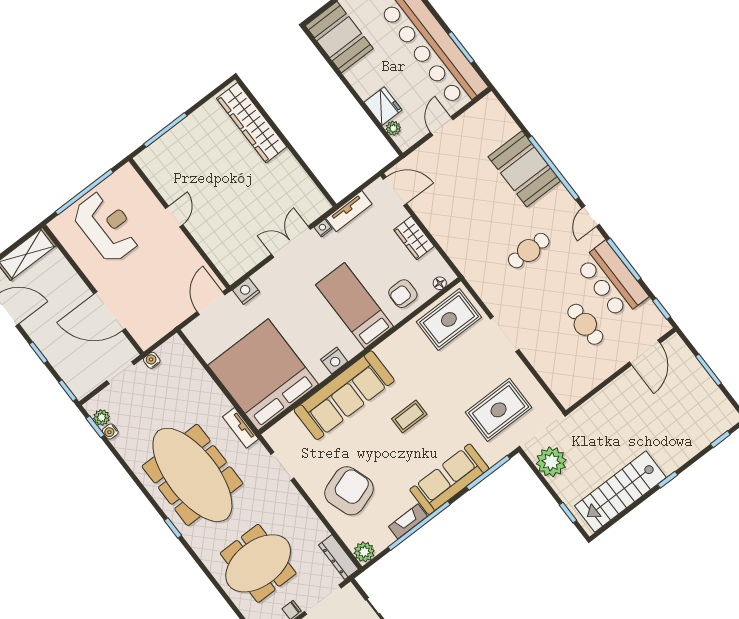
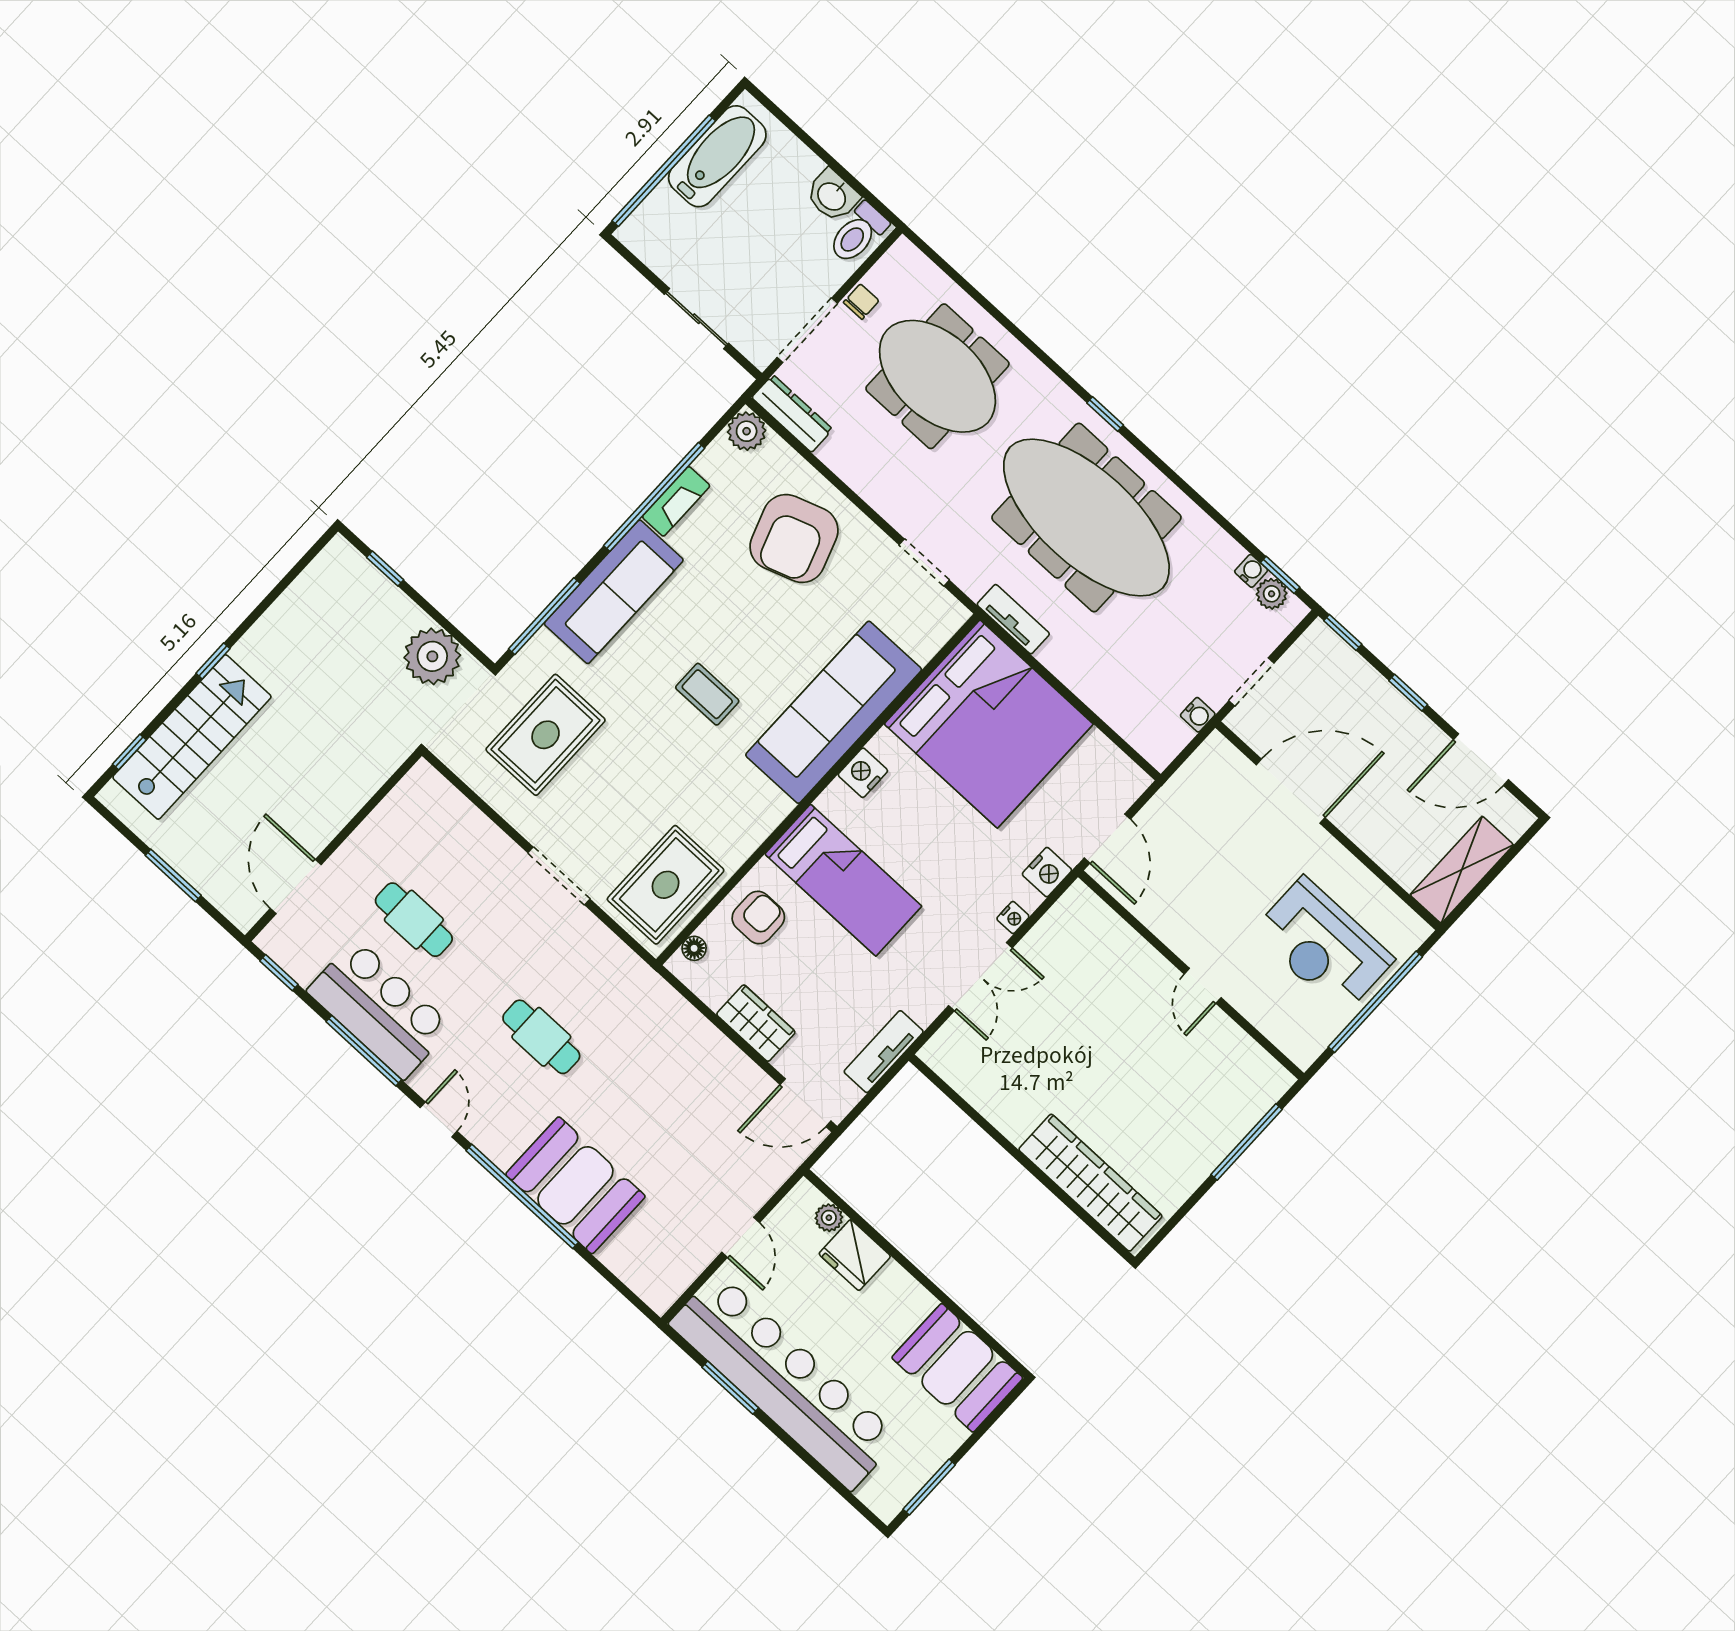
nightstand: (323, 228) -> (1013, 918), moved
cafe table: (529, 251) -> (541, 1037), turned 90
coffee table: (409, 416) -> (707, 694), turned 90
stairs: (620, 492) -> (192, 737), moved
meeting table: (258, 563) -> (937, 376), turned 90

